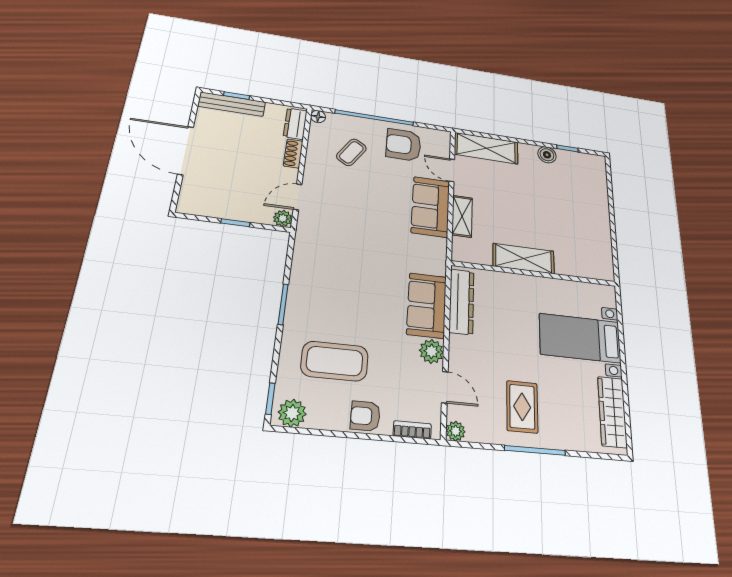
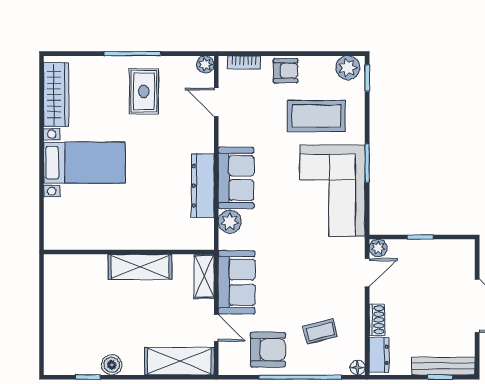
coffee table: (351, 152) -> (320, 331), turned 43
shelving: (524, 259) -> (140, 267), moved
wall: (535, 274) -> (129, 252), moved
corner sofa: (325, 280) -> (332, 191), added
plant: (431, 351) -> (230, 222), moved

